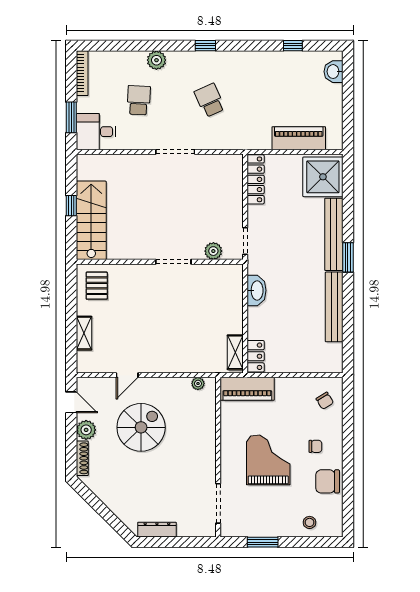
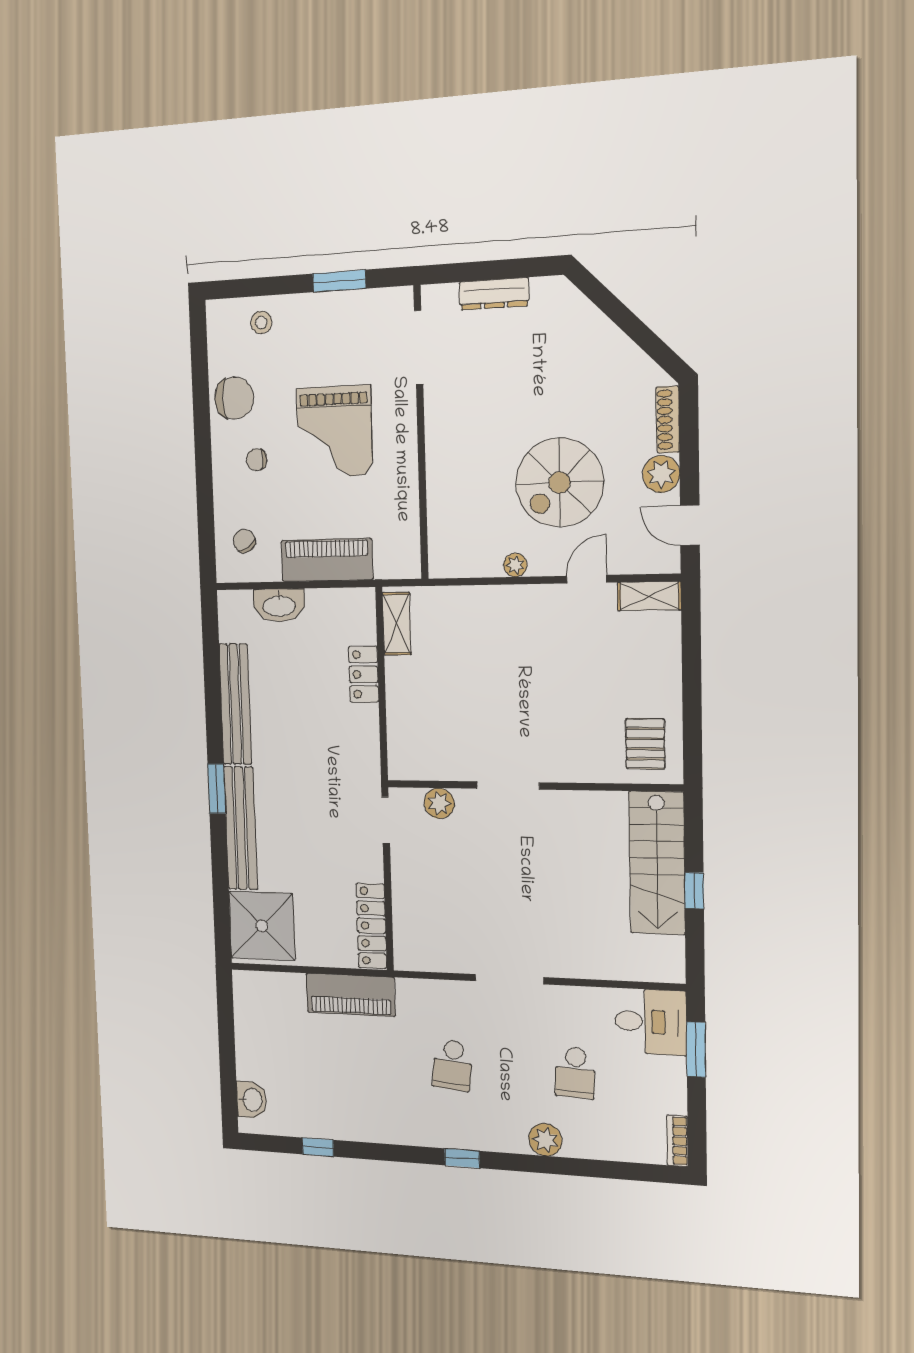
bookcase: (82, 73) -> (677, 1141), width x0.64
school desk: (210, 100) -> (453, 1065), turned 30
piano: (299, 138) -> (351, 995), moved
washbasin: (257, 290) -> (279, 605), moved, turned -90
shelving: (84, 333) -> (649, 596), moved, turned 90
locker: (256, 356) -> (364, 674), moved
plant: (198, 384) -> (515, 565), moved
piano: (247, 389) -> (327, 560), moved
dresser: (157, 530) -> (494, 294), moved

